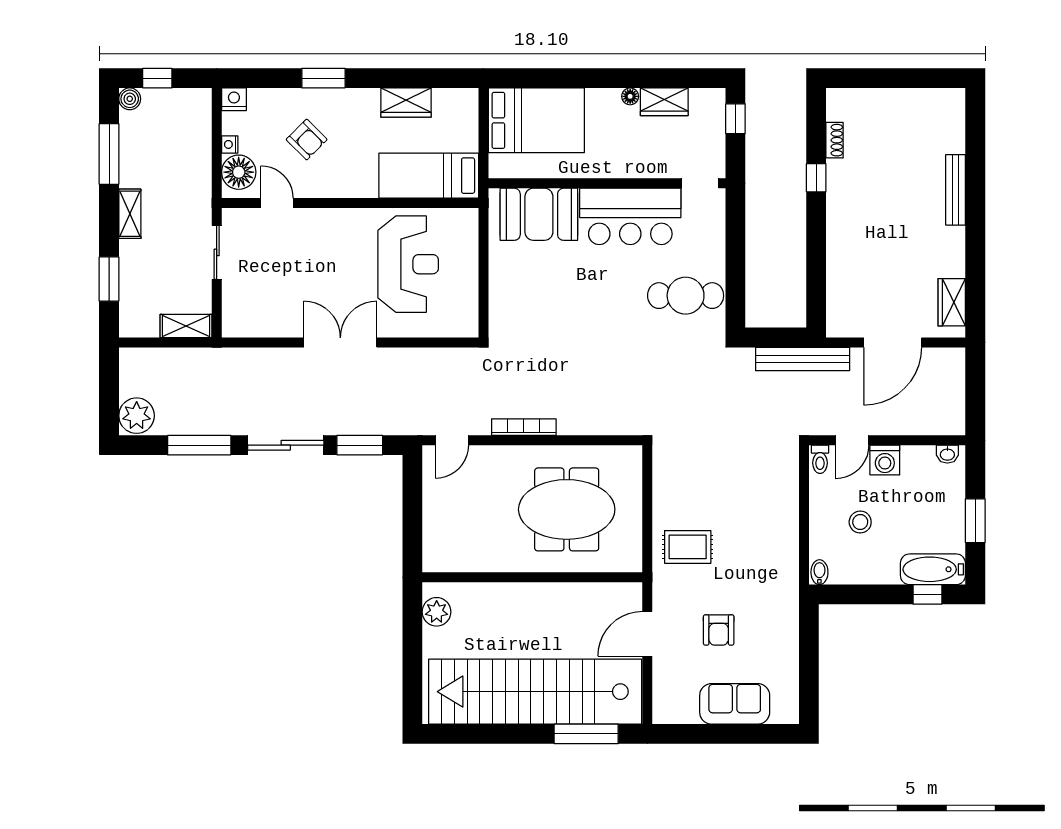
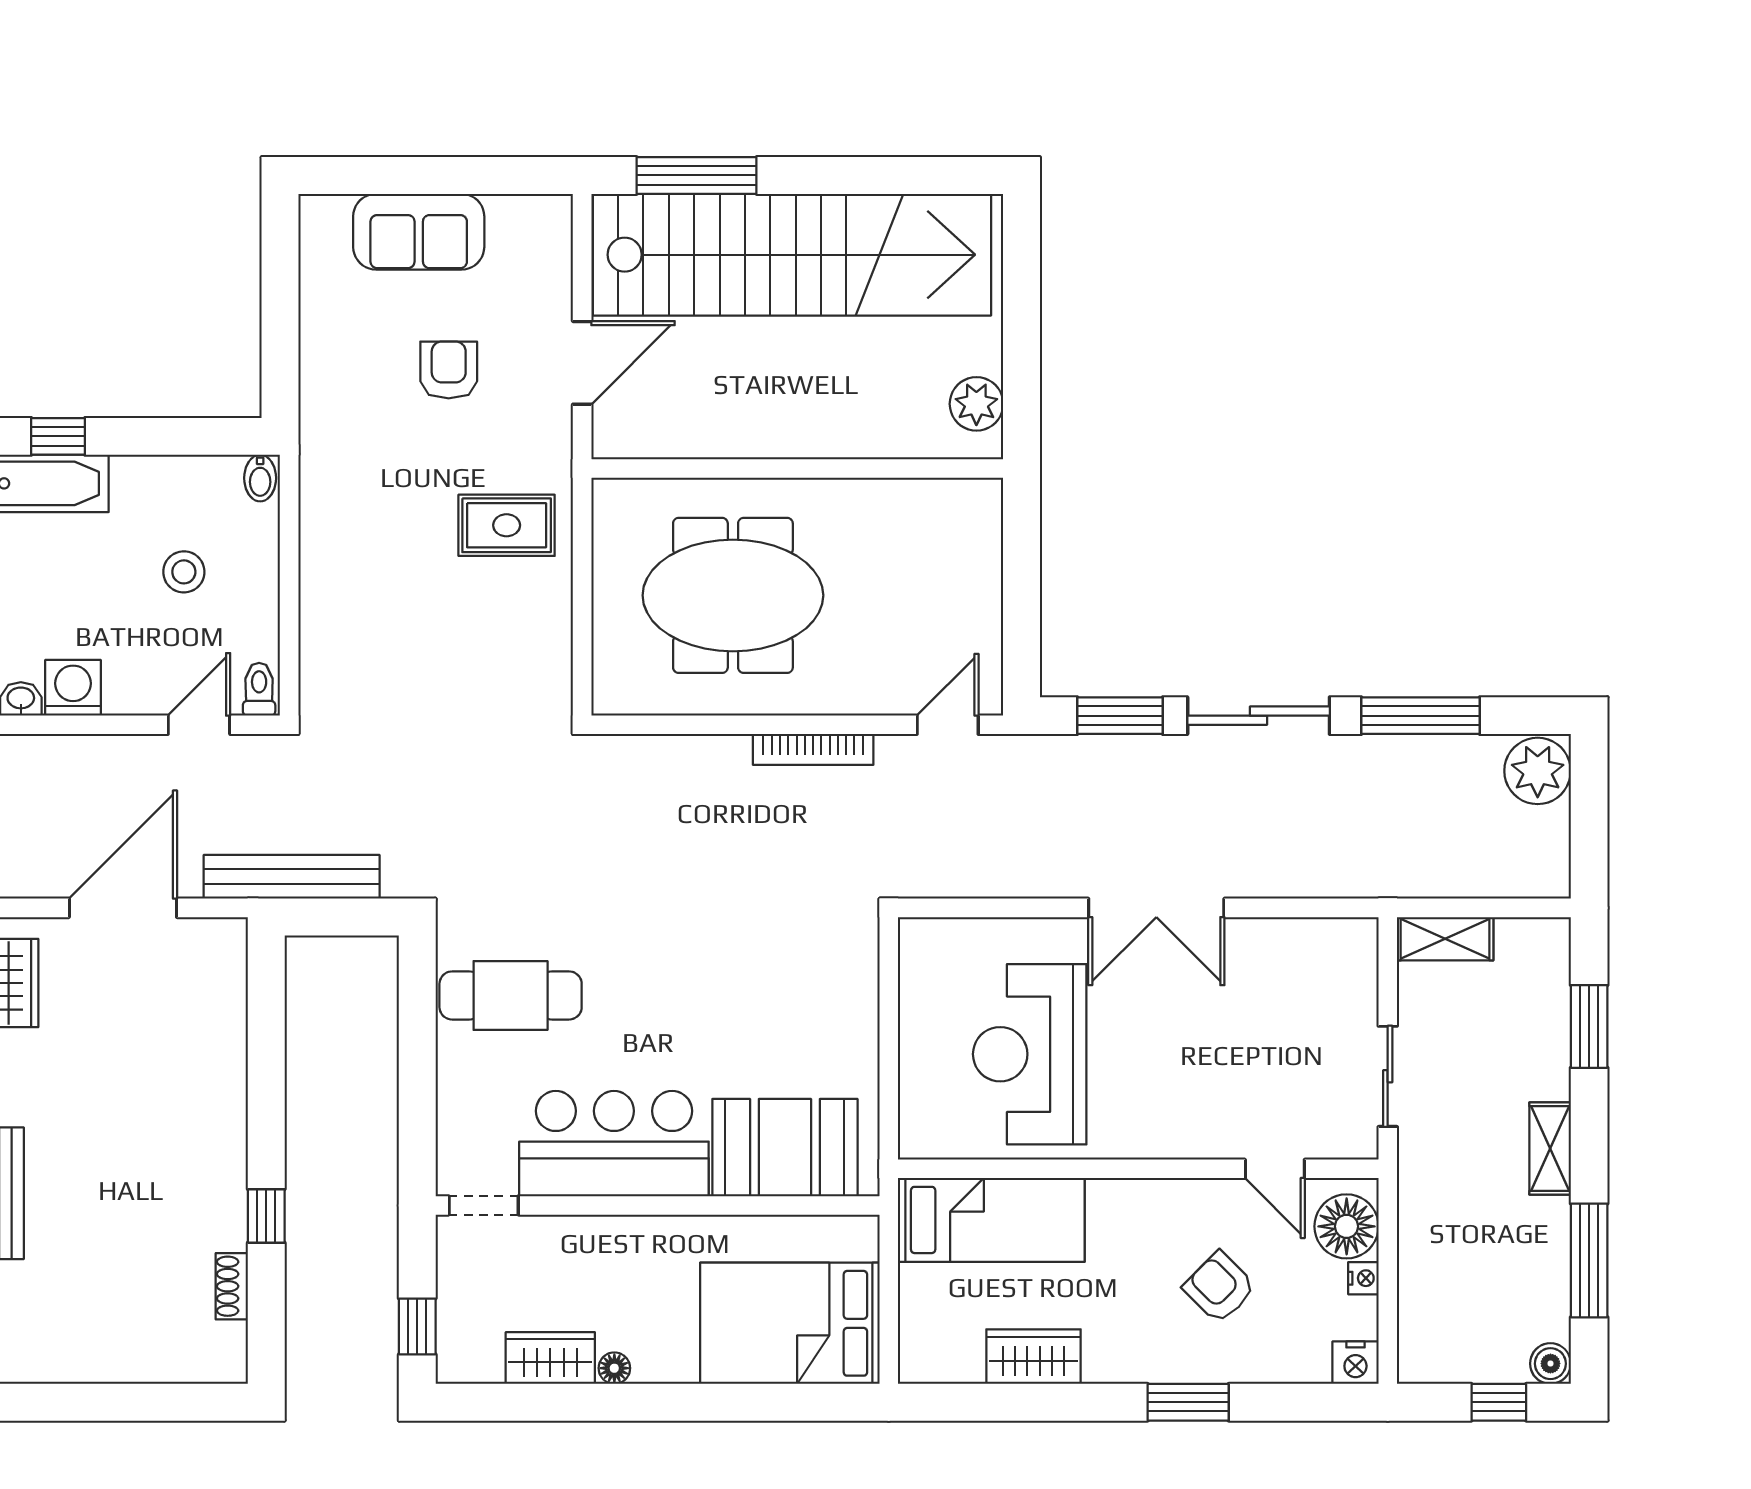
washing machine: (885, 460) -> (73, 688), moved

